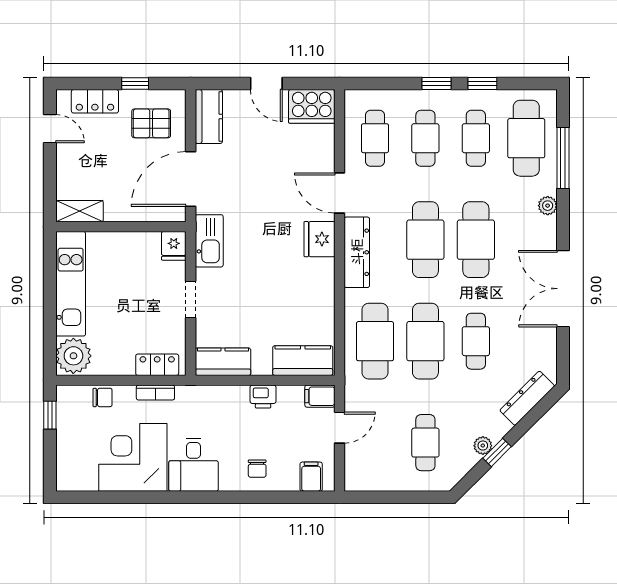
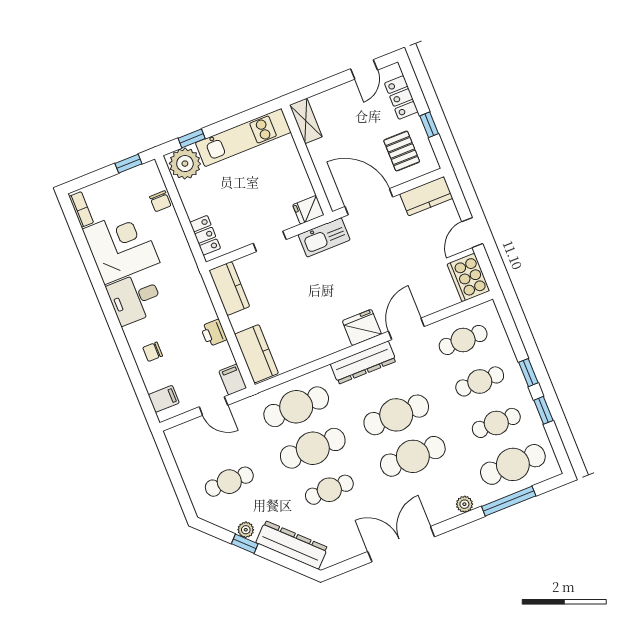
window: (50, 338) -> (192, 138), added
bookcase: (155, 393) -> (81, 209), moved, turned 180
dresser: (527, 398) -> (292, 545), width x1.37, depth x1.24

